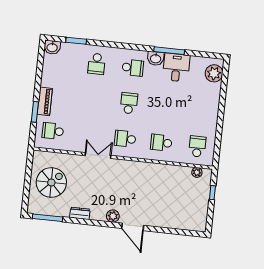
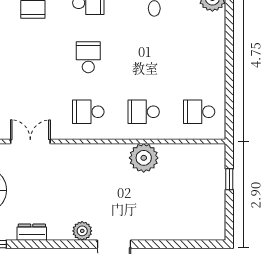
school desk: (197, 146) -> (199, 112), turned -90
double door: (98, 155) -> (30, 142), moved
plant: (197, 172) -> (144, 158), moved, width x1.88, depth x1.88

